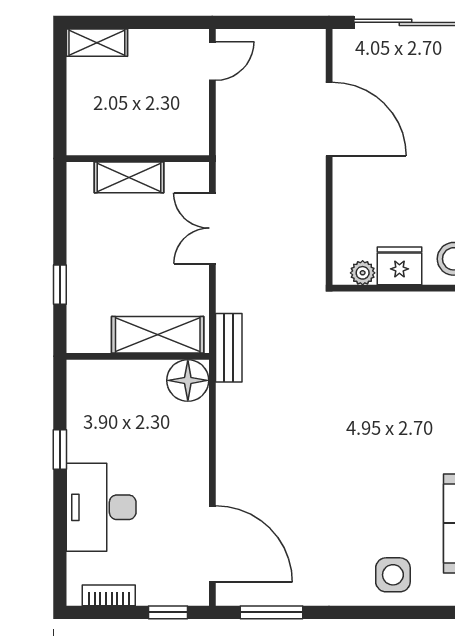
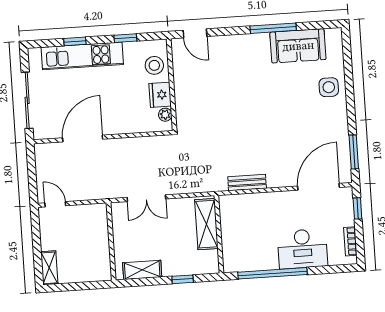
shelving: (129, 177) -> (142, 270), moved, turned 90
bench: (229, 348) -> (247, 183), moved
floor lamp: (188, 380) -> (230, 206), removed
window: (60, 449) -> (273, 273), width x3.17

